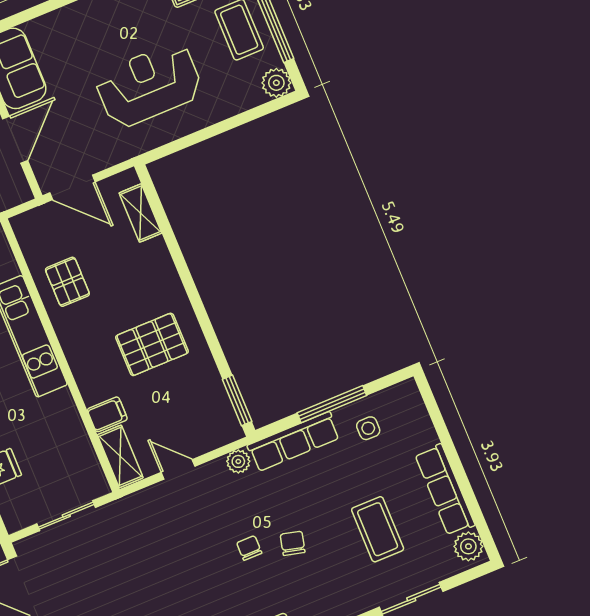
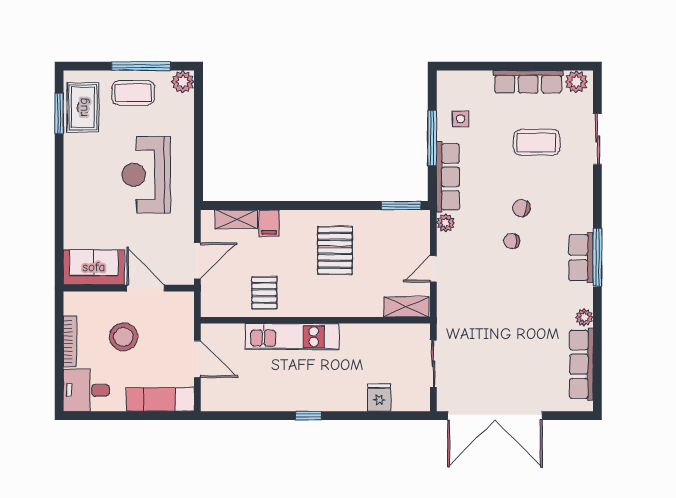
pallet: (67, 282) -> (264, 293), turned 90
filing cabinet: (107, 414) -> (269, 223), moved, turned 180

